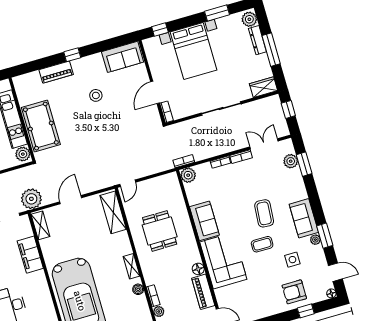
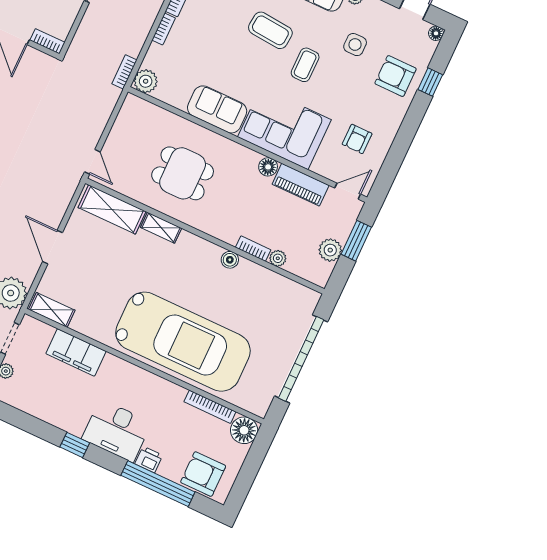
shelving: (131, 266) -> (161, 228), moved
armchair: (294, 292) -> (396, 76), turned 90
armchair: (248, 300) -> (357, 139), added

